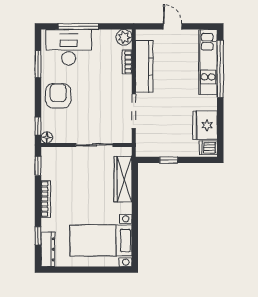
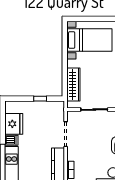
dishwasher: (208, 148) -> (11, 140), moved

